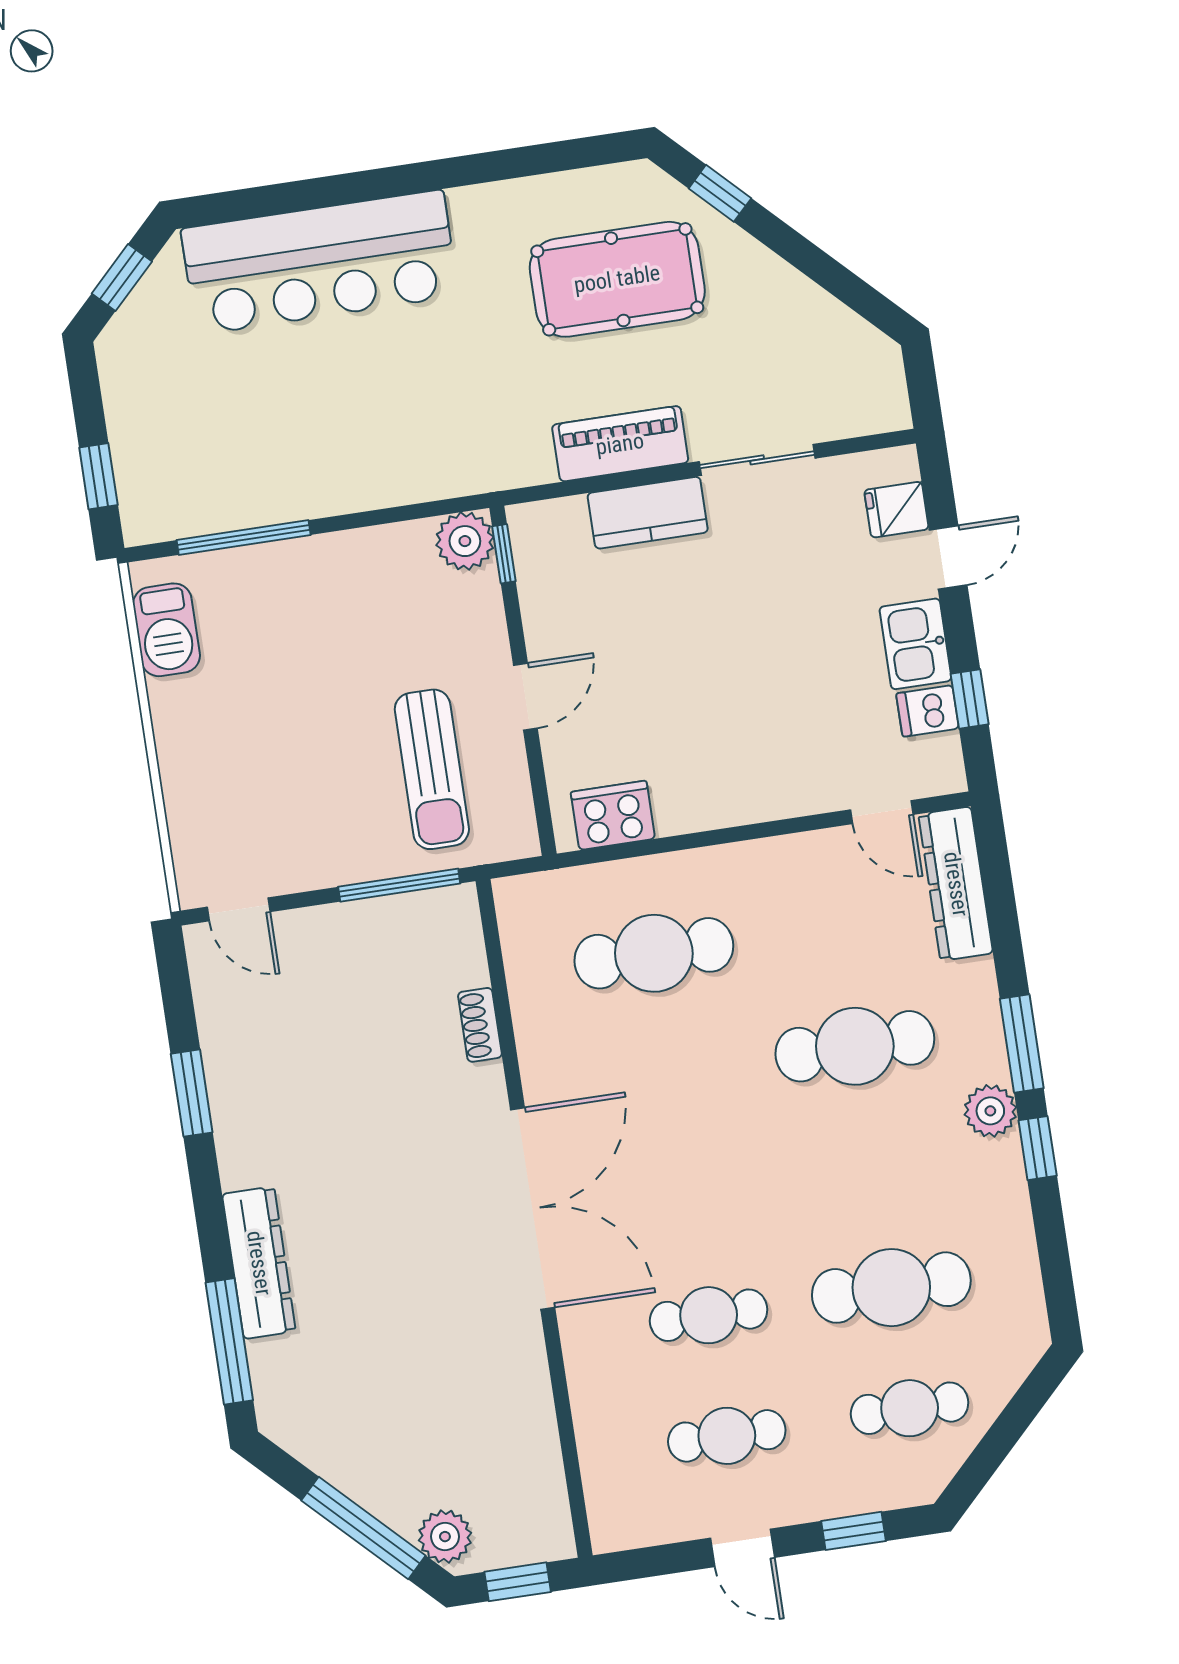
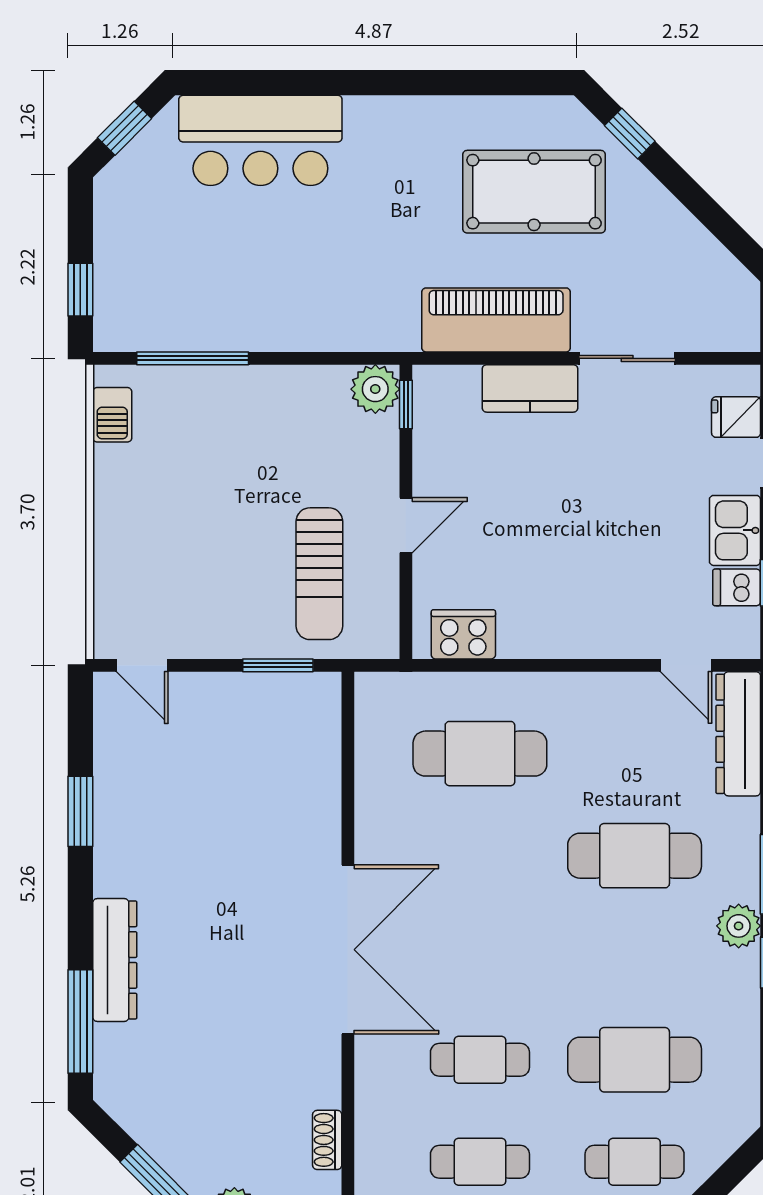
bar counter: (320, 262) -> (260, 140), width x0.73
piano: (620, 444) -> (496, 320), width x1.37, depth x1.33
barbecue: (166, 630) -> (112, 415), width x0.73, depth x0.79
window: (399, 885) -> (278, 665), width x0.69
shoe rack: (480, 1025) -> (327, 1140), moved

